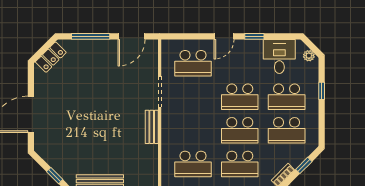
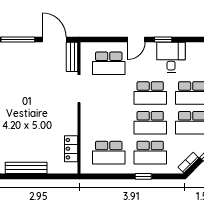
door: (132, 36) -> (54, 40), swing flipped
desk: (279, 56) -> (171, 57), moved
bench: (152, 127) -> (72, 57), moved
locker: (151, 159) -> (71, 149), added

